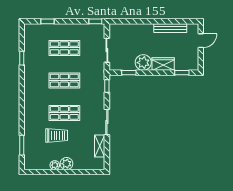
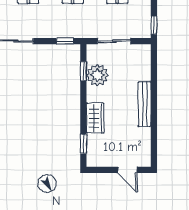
bench: (170, 28) -> (145, 104), moved
plant: (143, 63) -> (97, 75), moved

